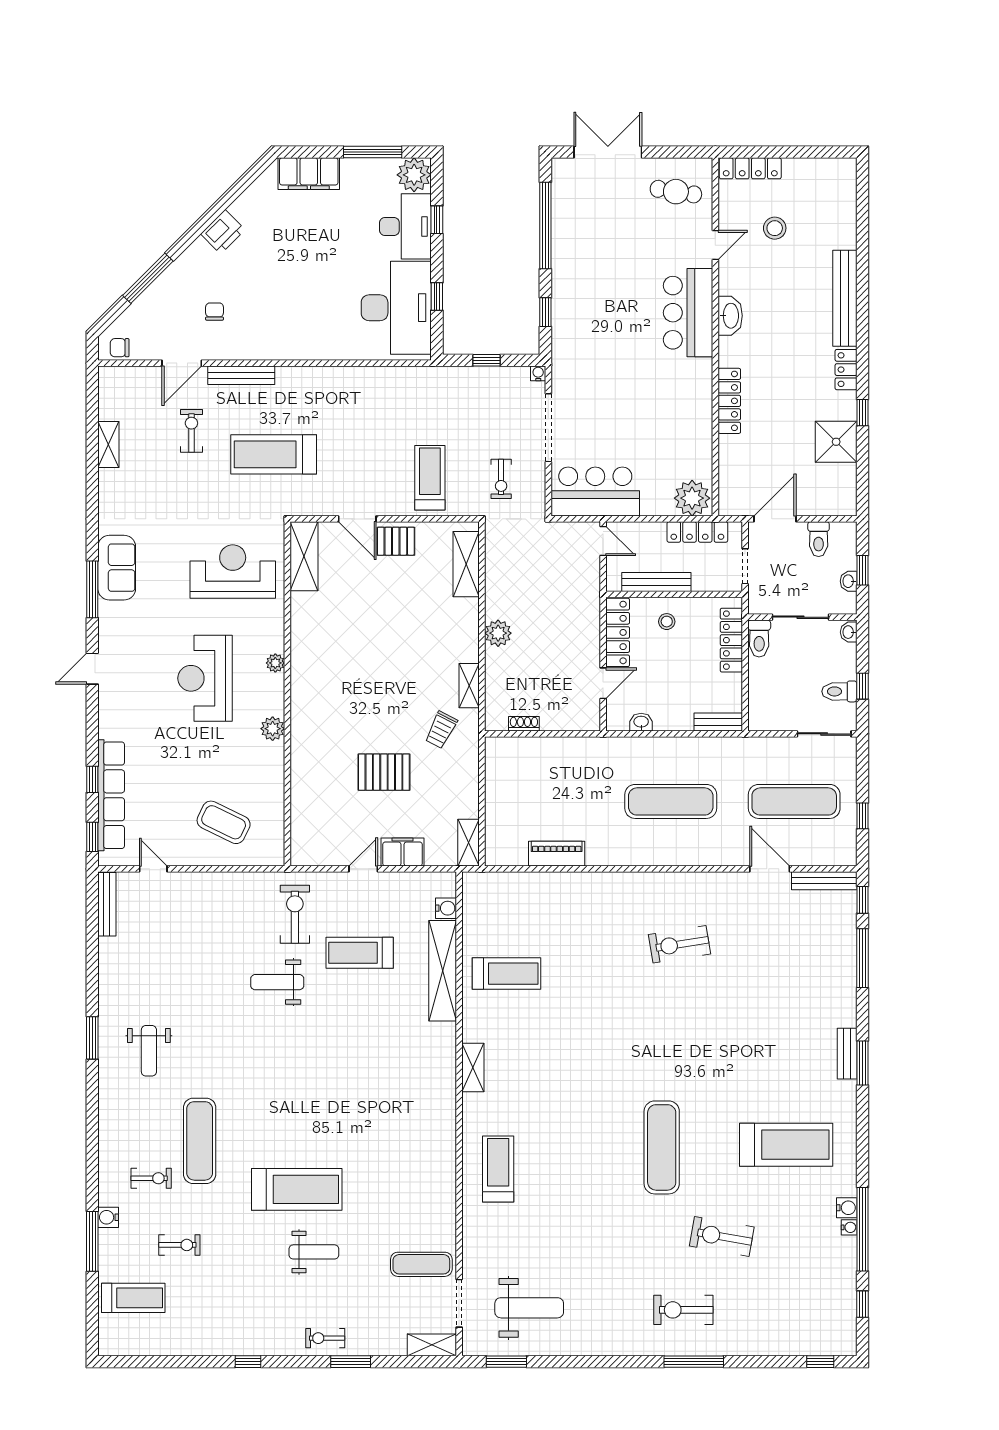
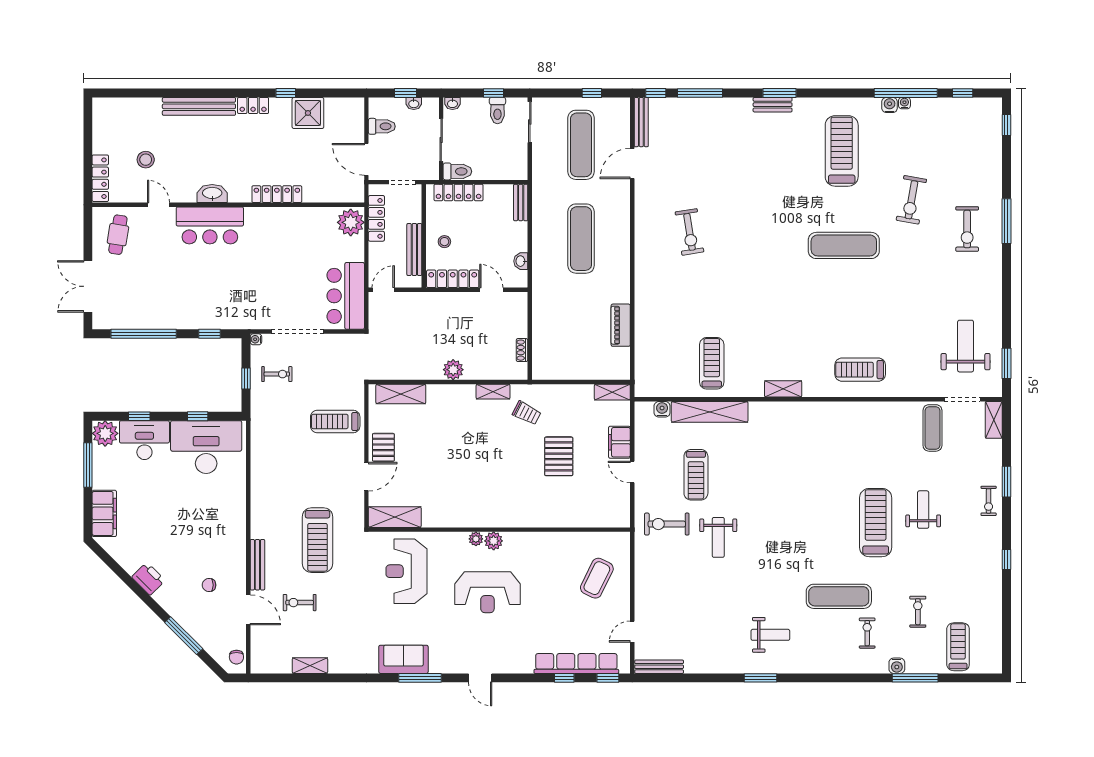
exercise bike: (501, 479) -> (277, 374), moved
plant: (273, 729) -> (494, 541), moved

